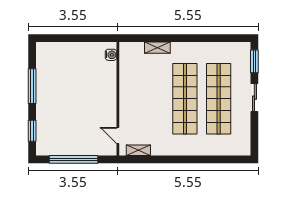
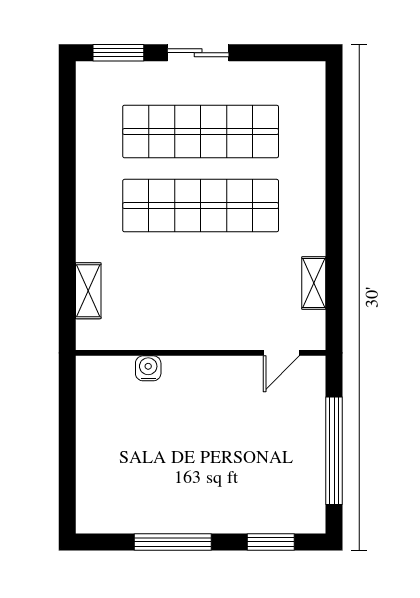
shelving: (157, 48) -> (88, 291), moved
water cooler: (111, 55) -> (148, 368), moved
shelving: (138, 150) -> (314, 283), moved

